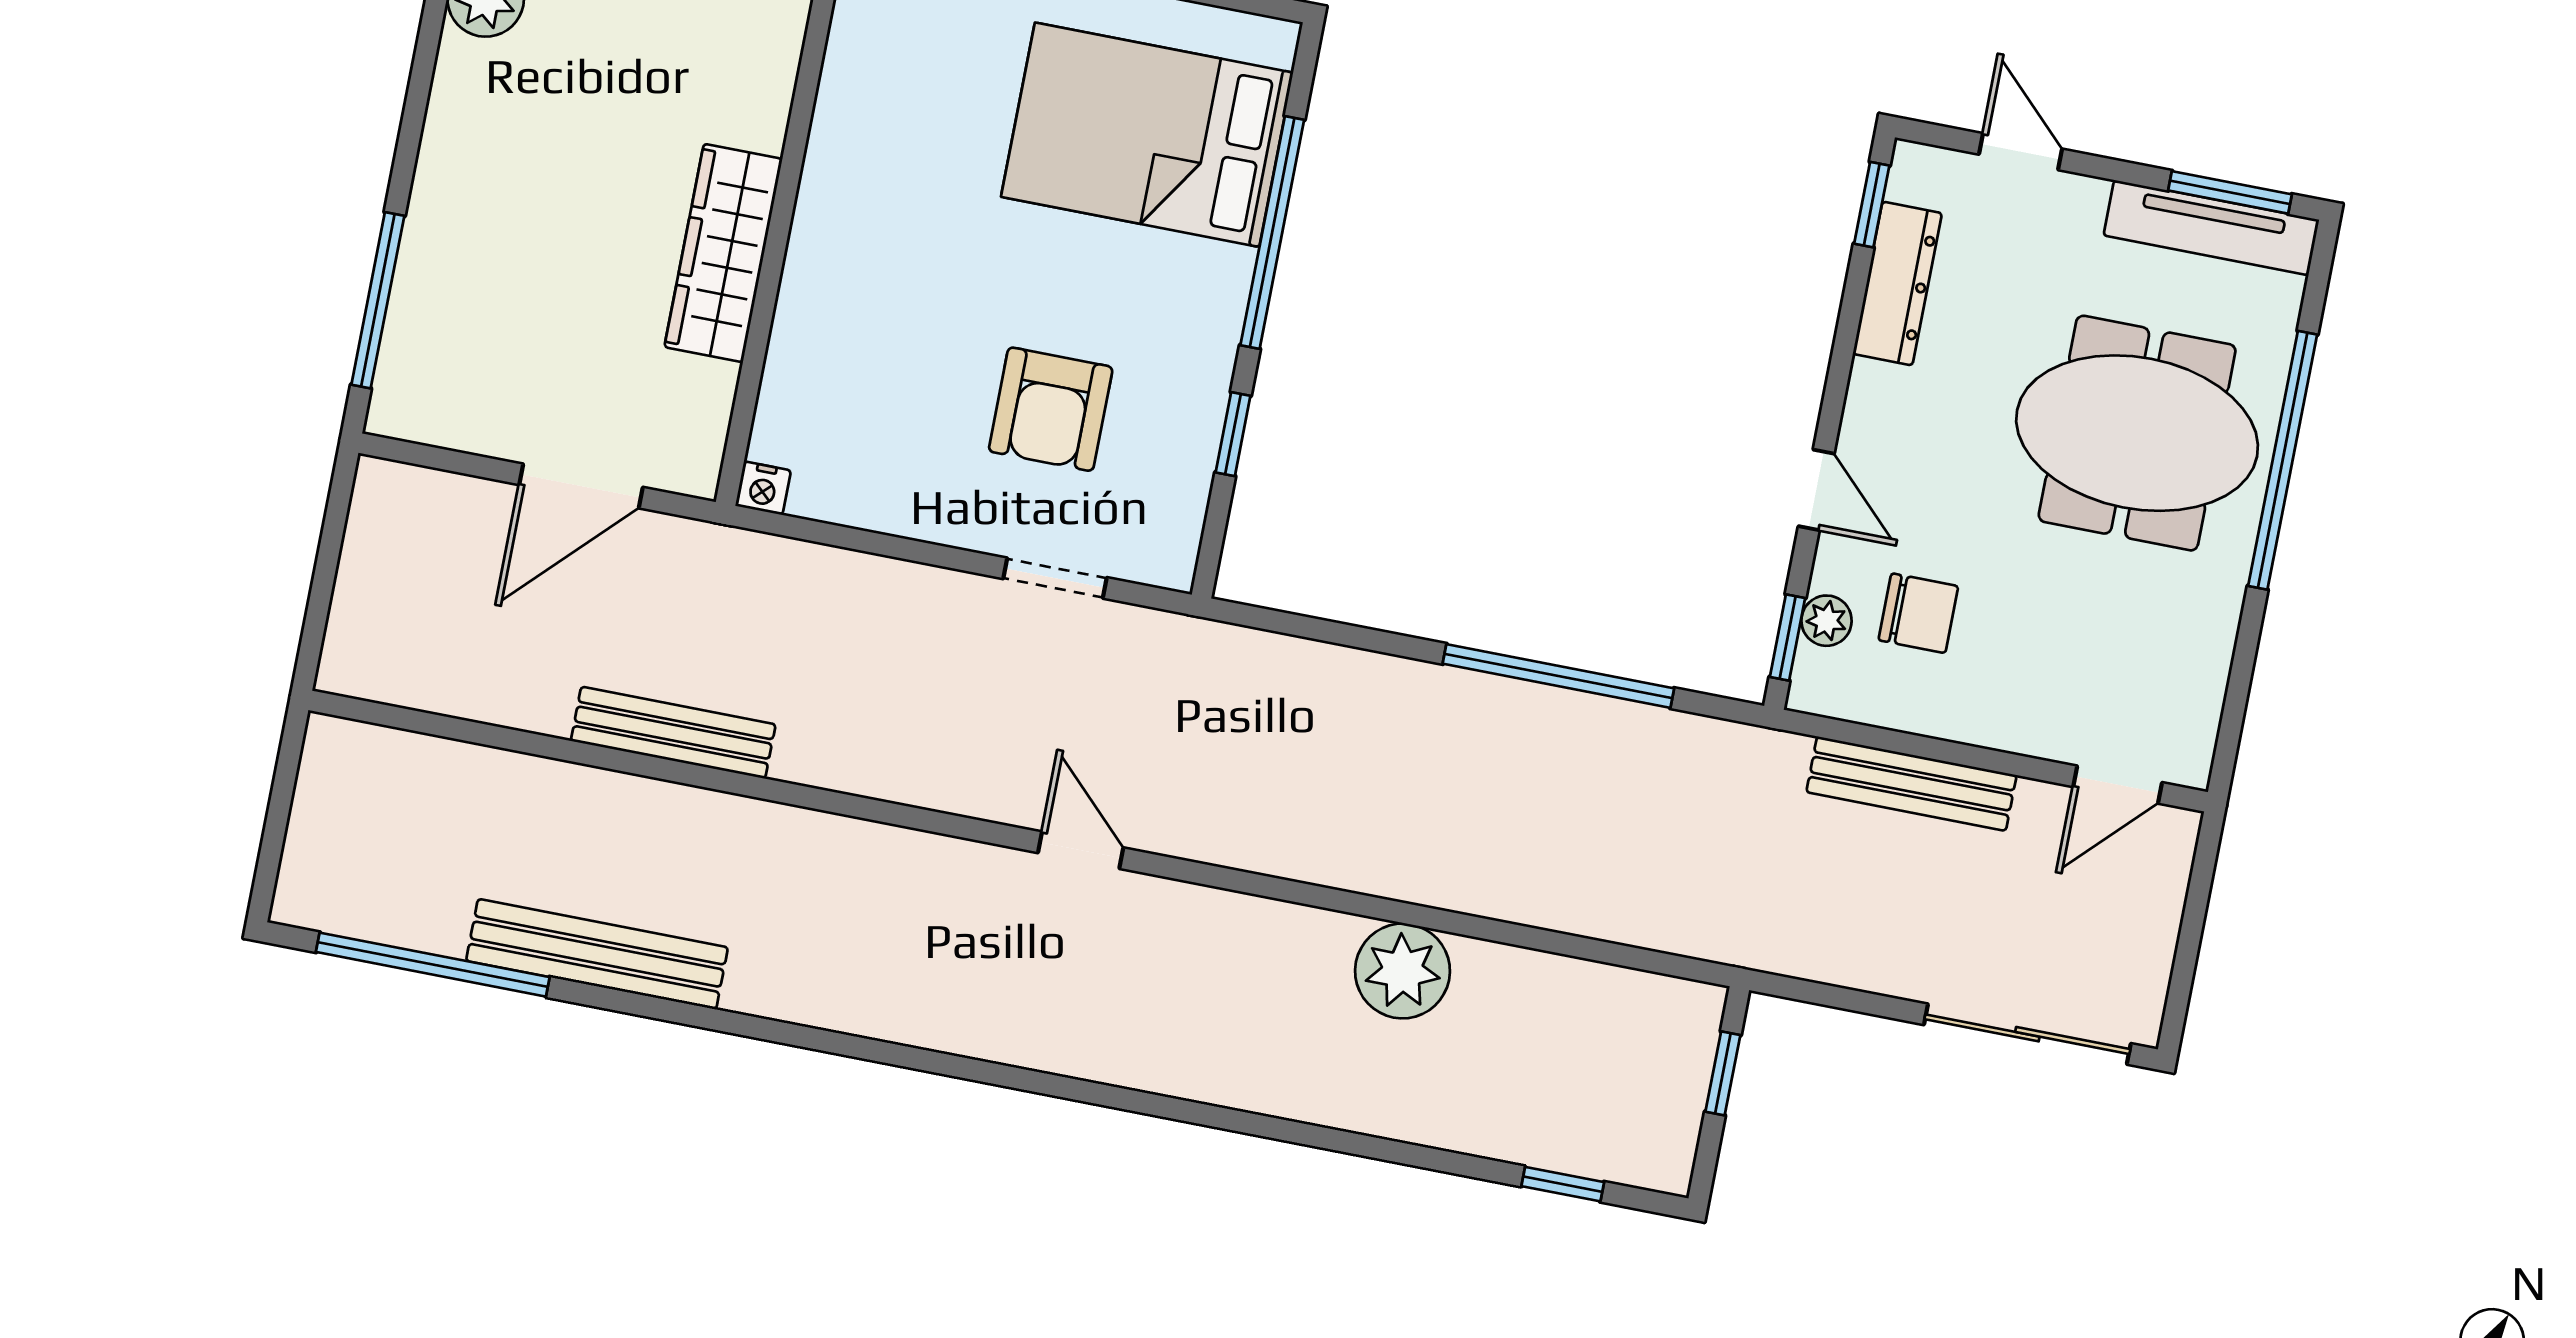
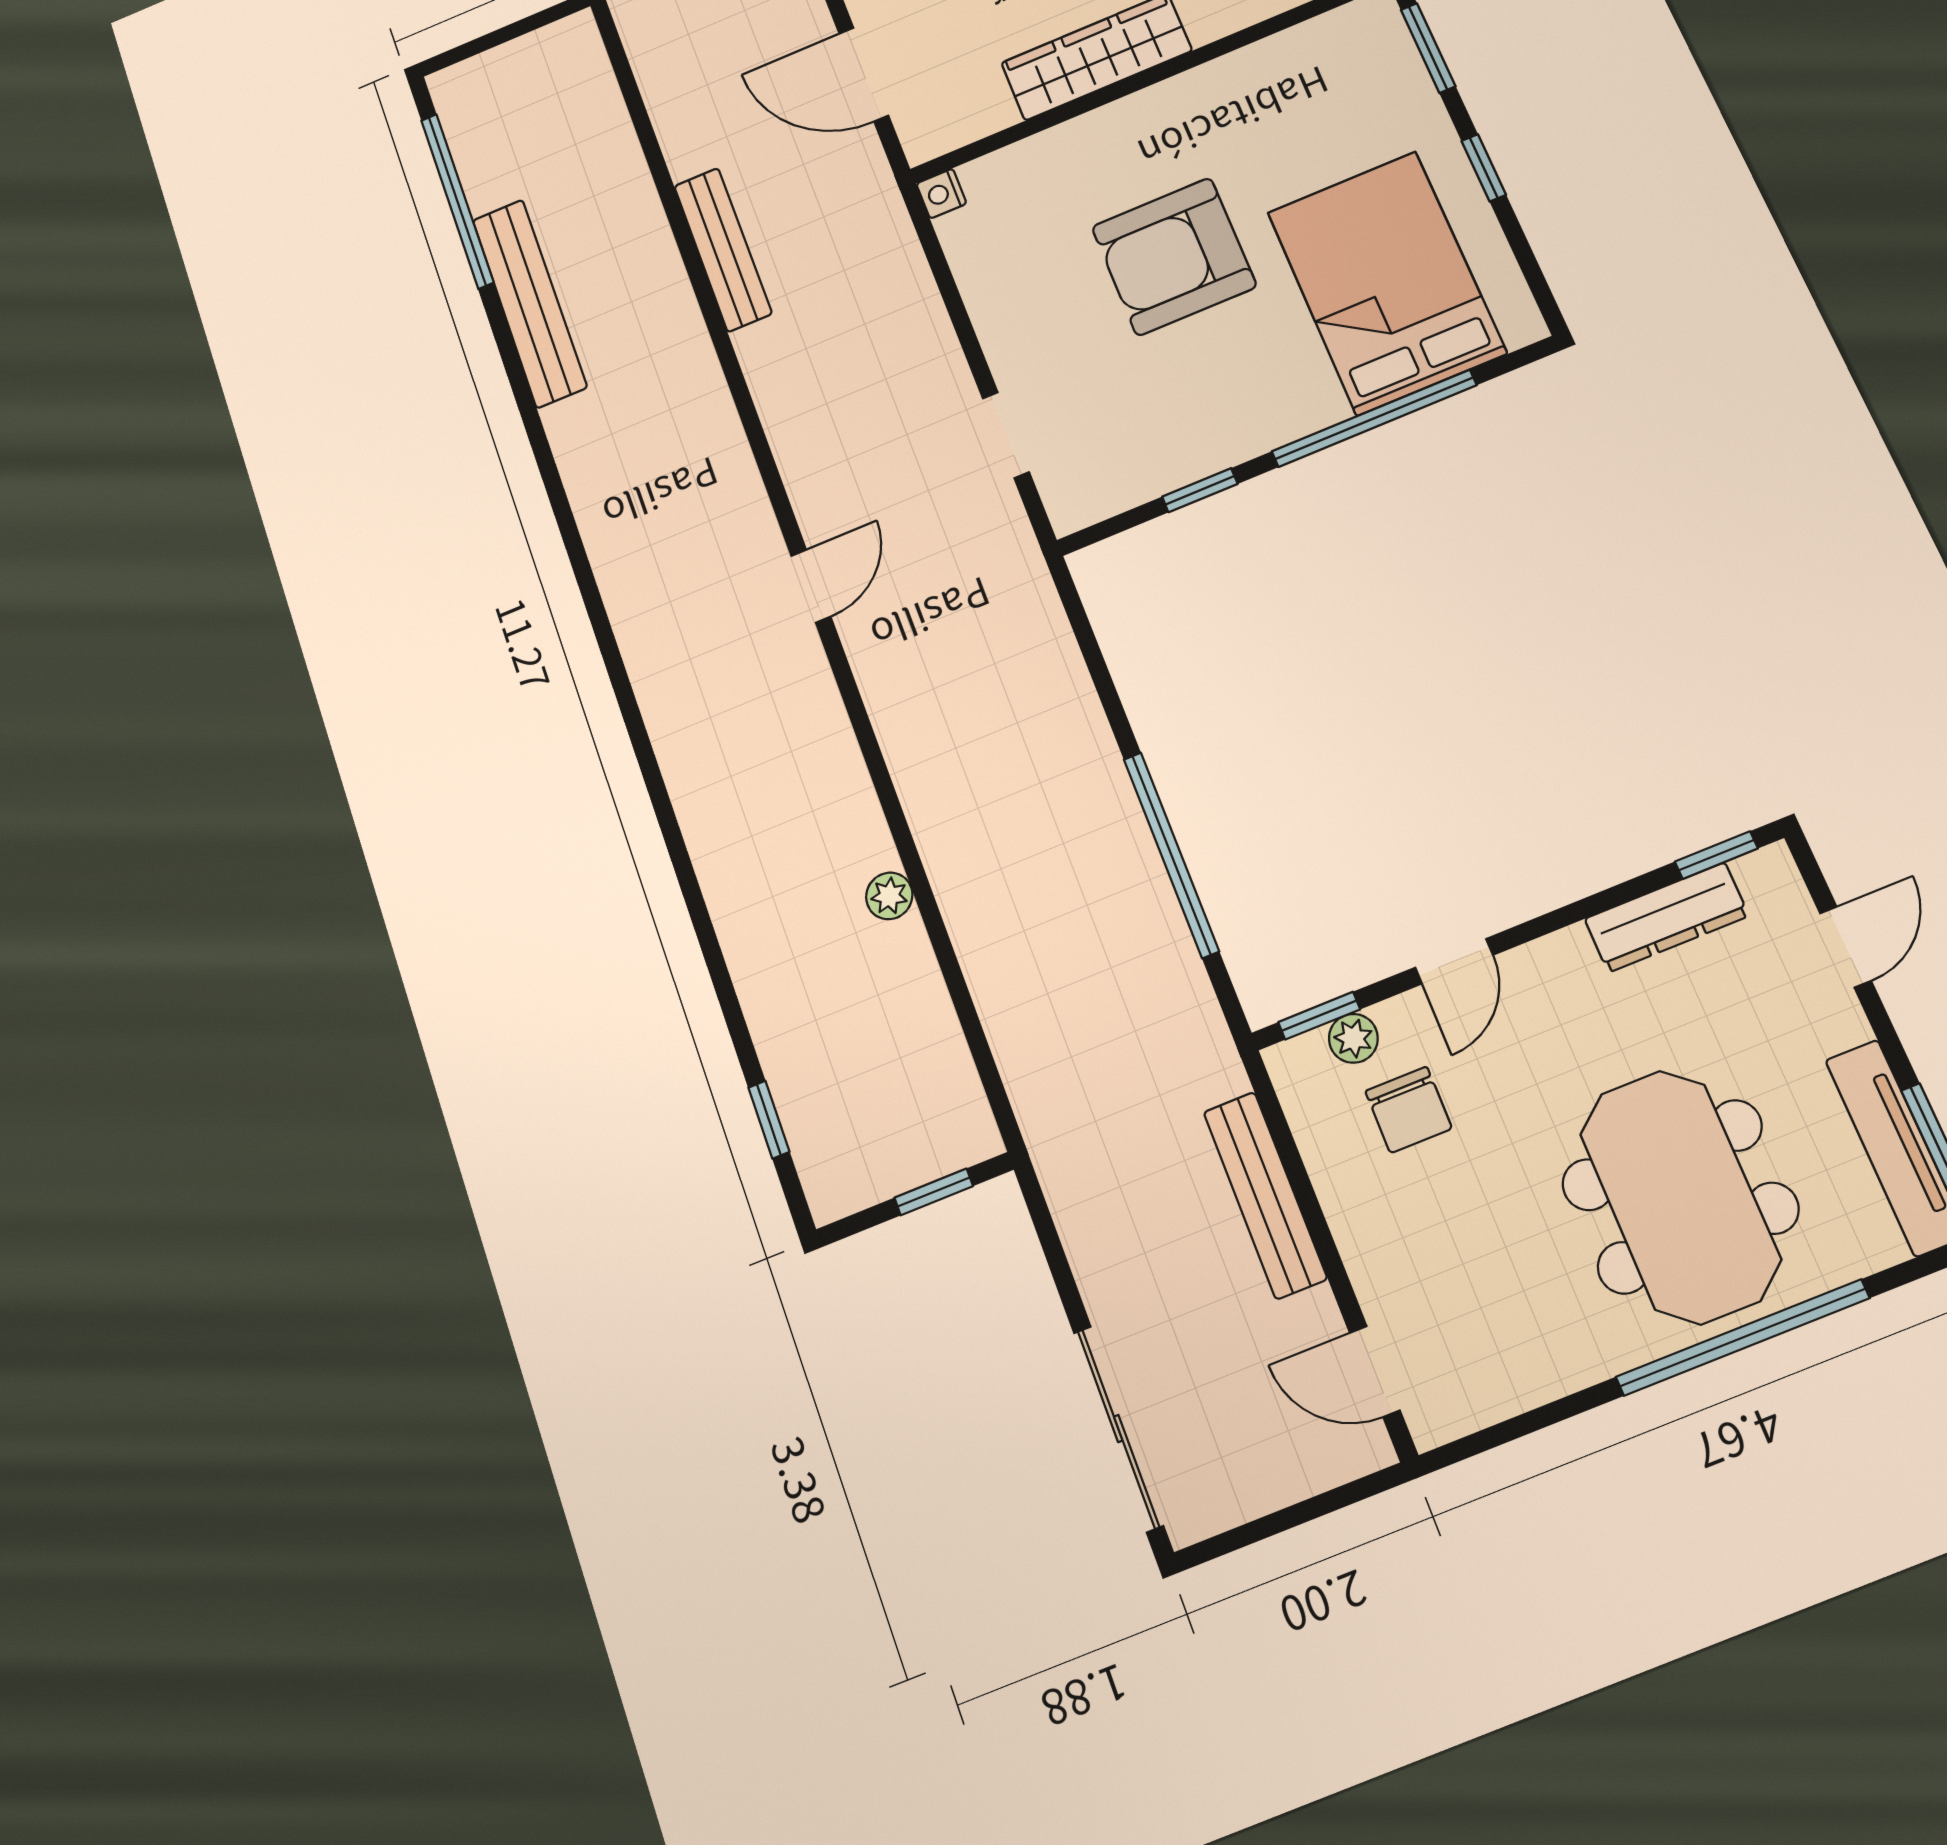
armchair: (1051, 409) -> (1174, 257), moved, width x1.36, depth x1.36
plant: (1403, 971) -> (889, 896), width x0.53, depth x0.53

